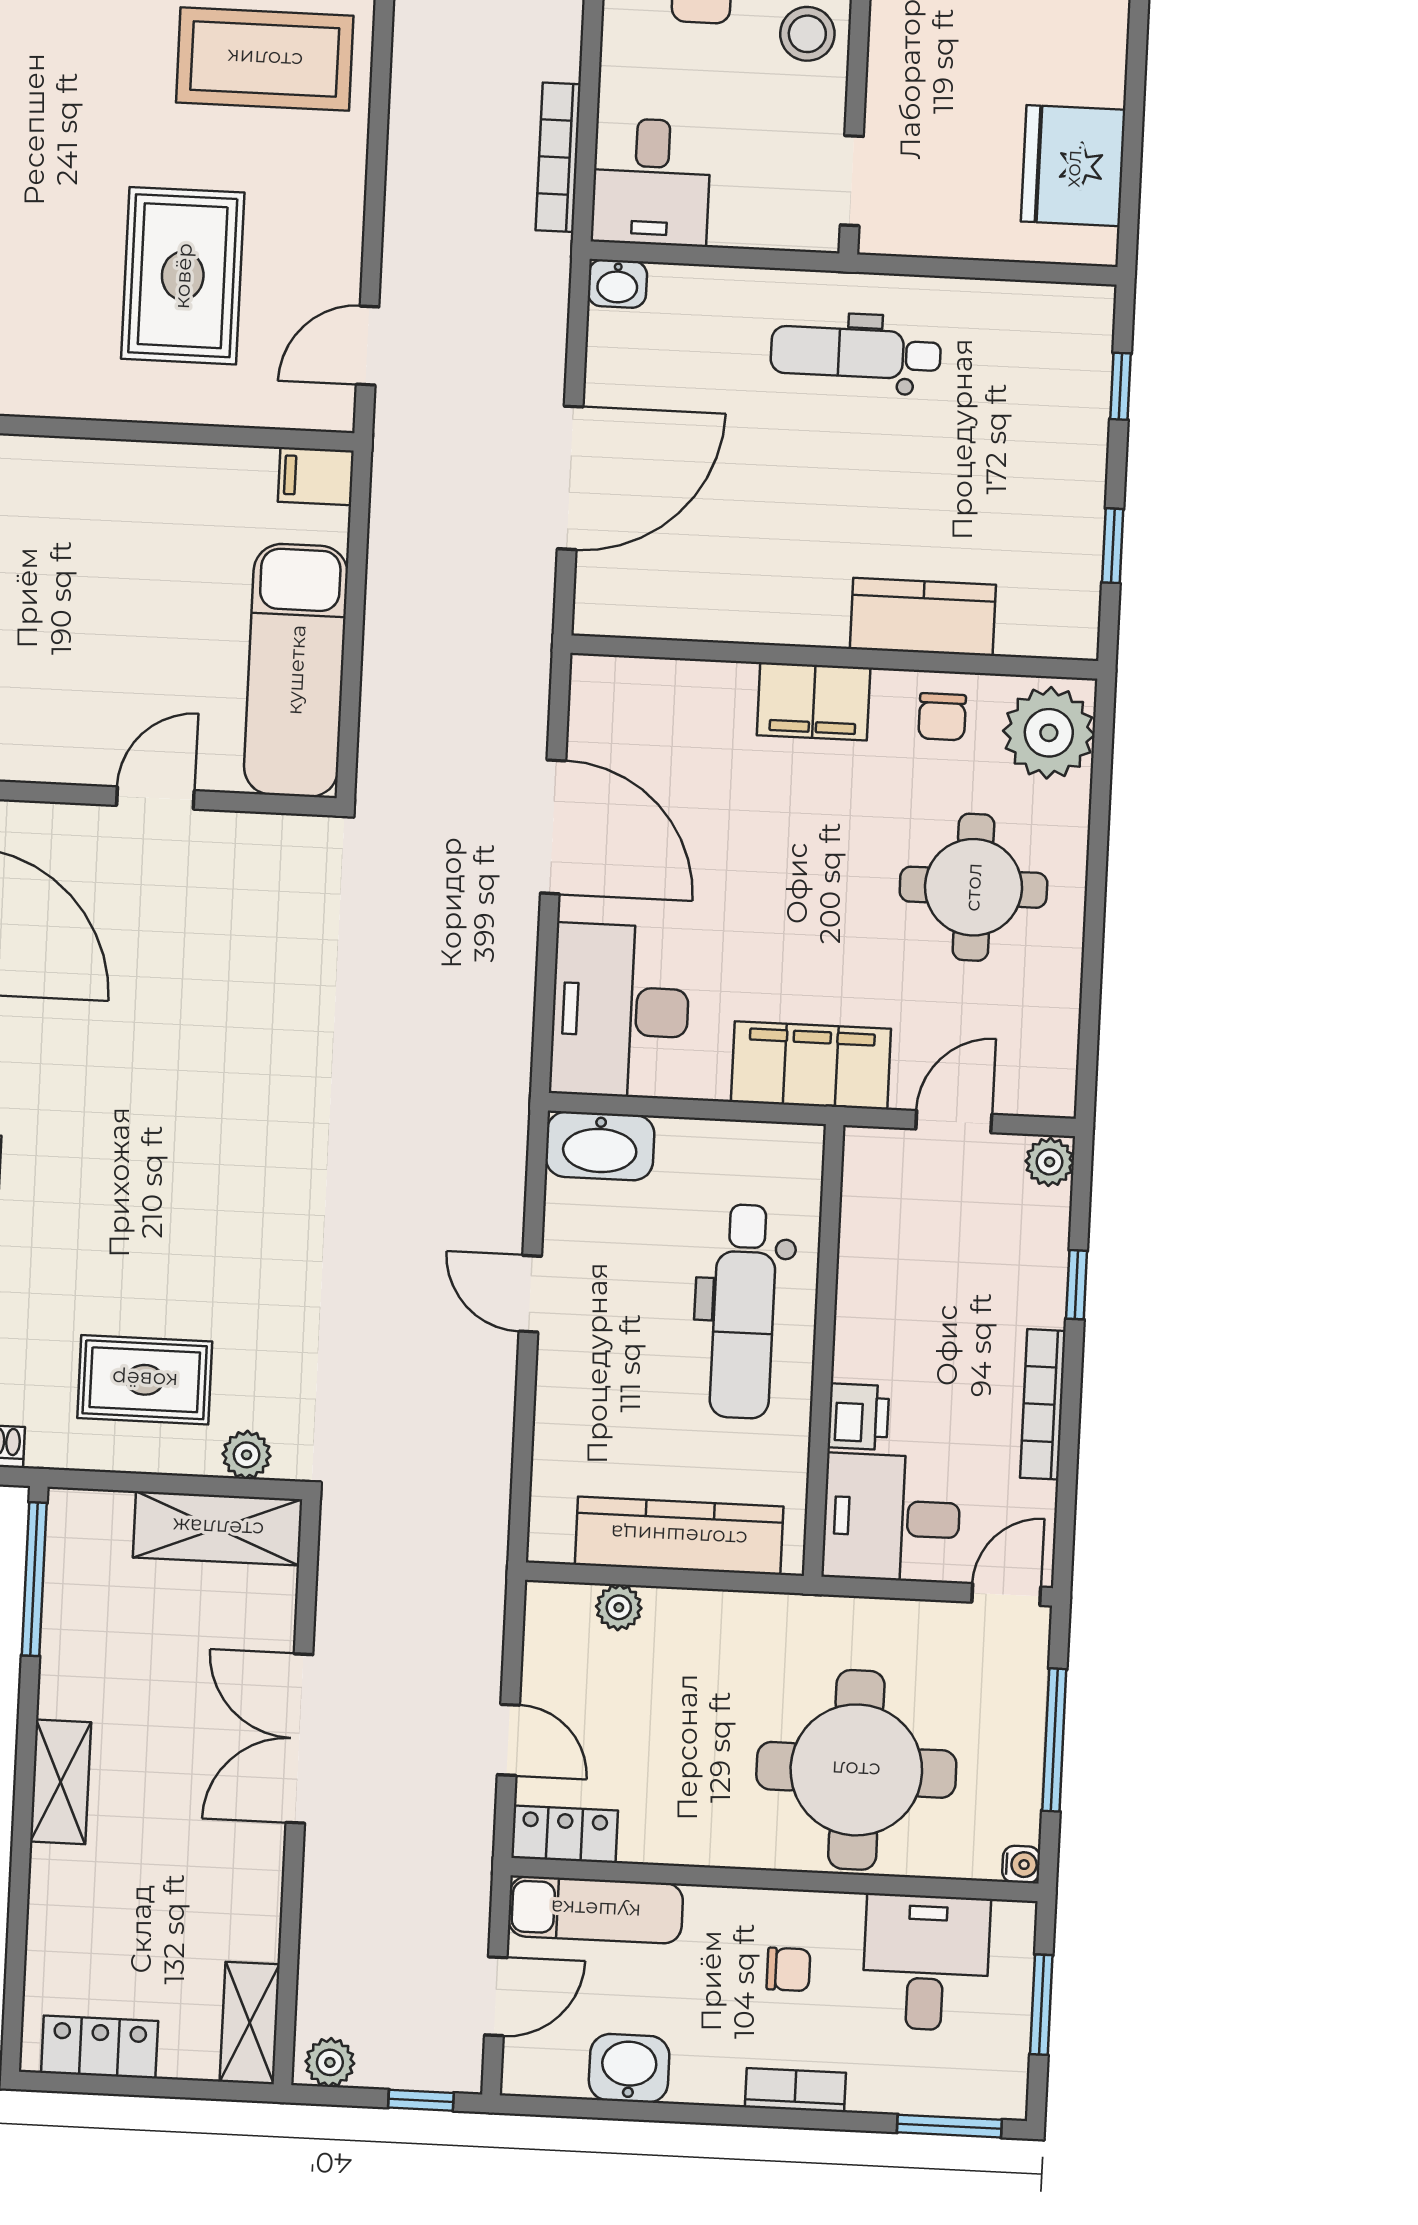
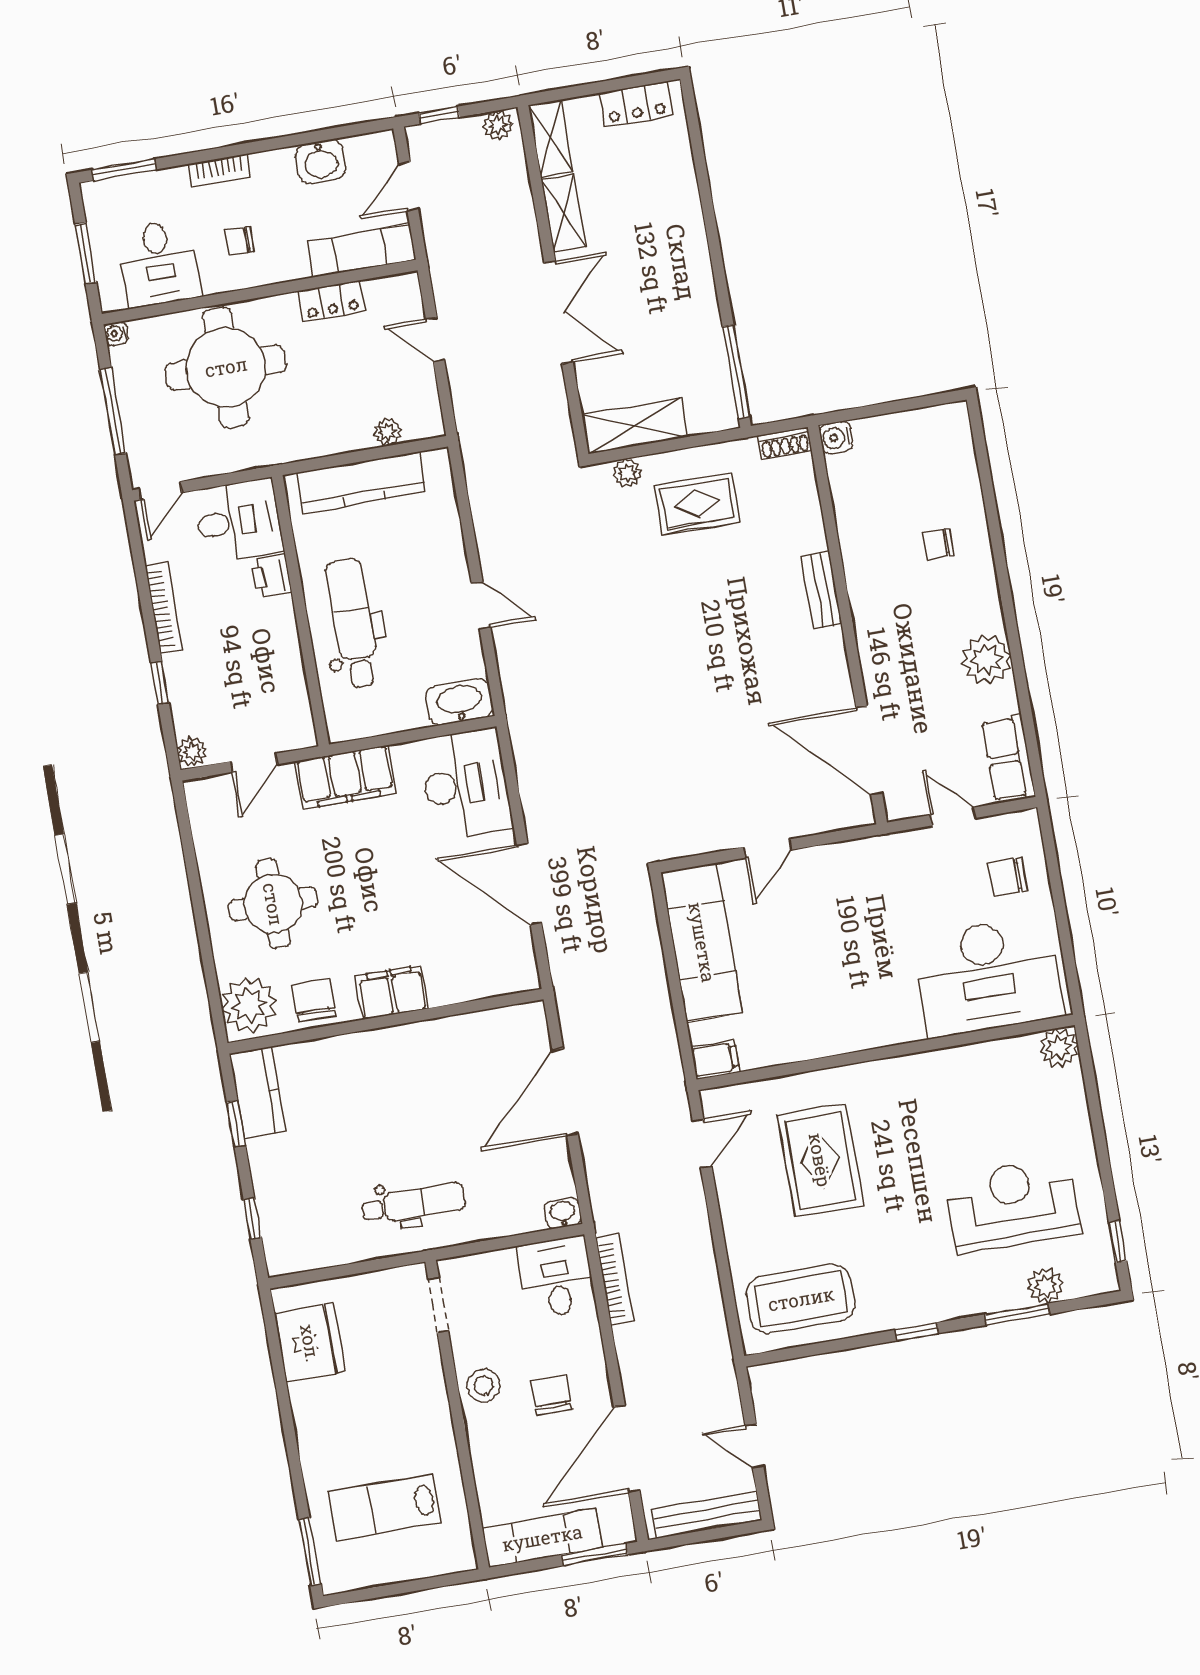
kitchen counter: (923, 617) -> (258, 1092), moved, turned -90
chair: (942, 717) -> (314, 1000), width x1.37, depth x1.37
shelving: (61, 1782) -> (564, 213), moved
locker: (565, 1834) -> (332, 301), moved

